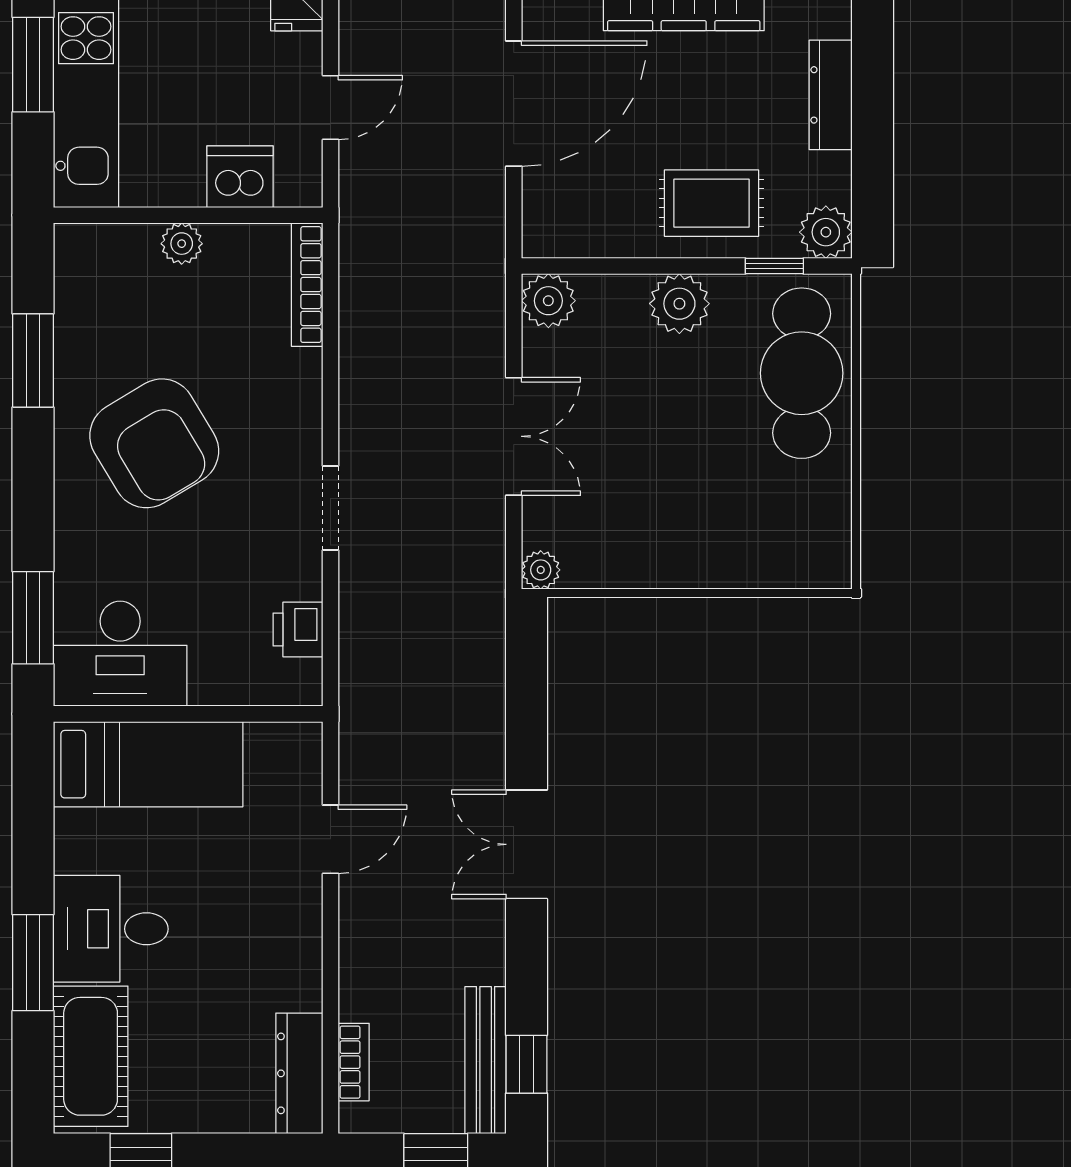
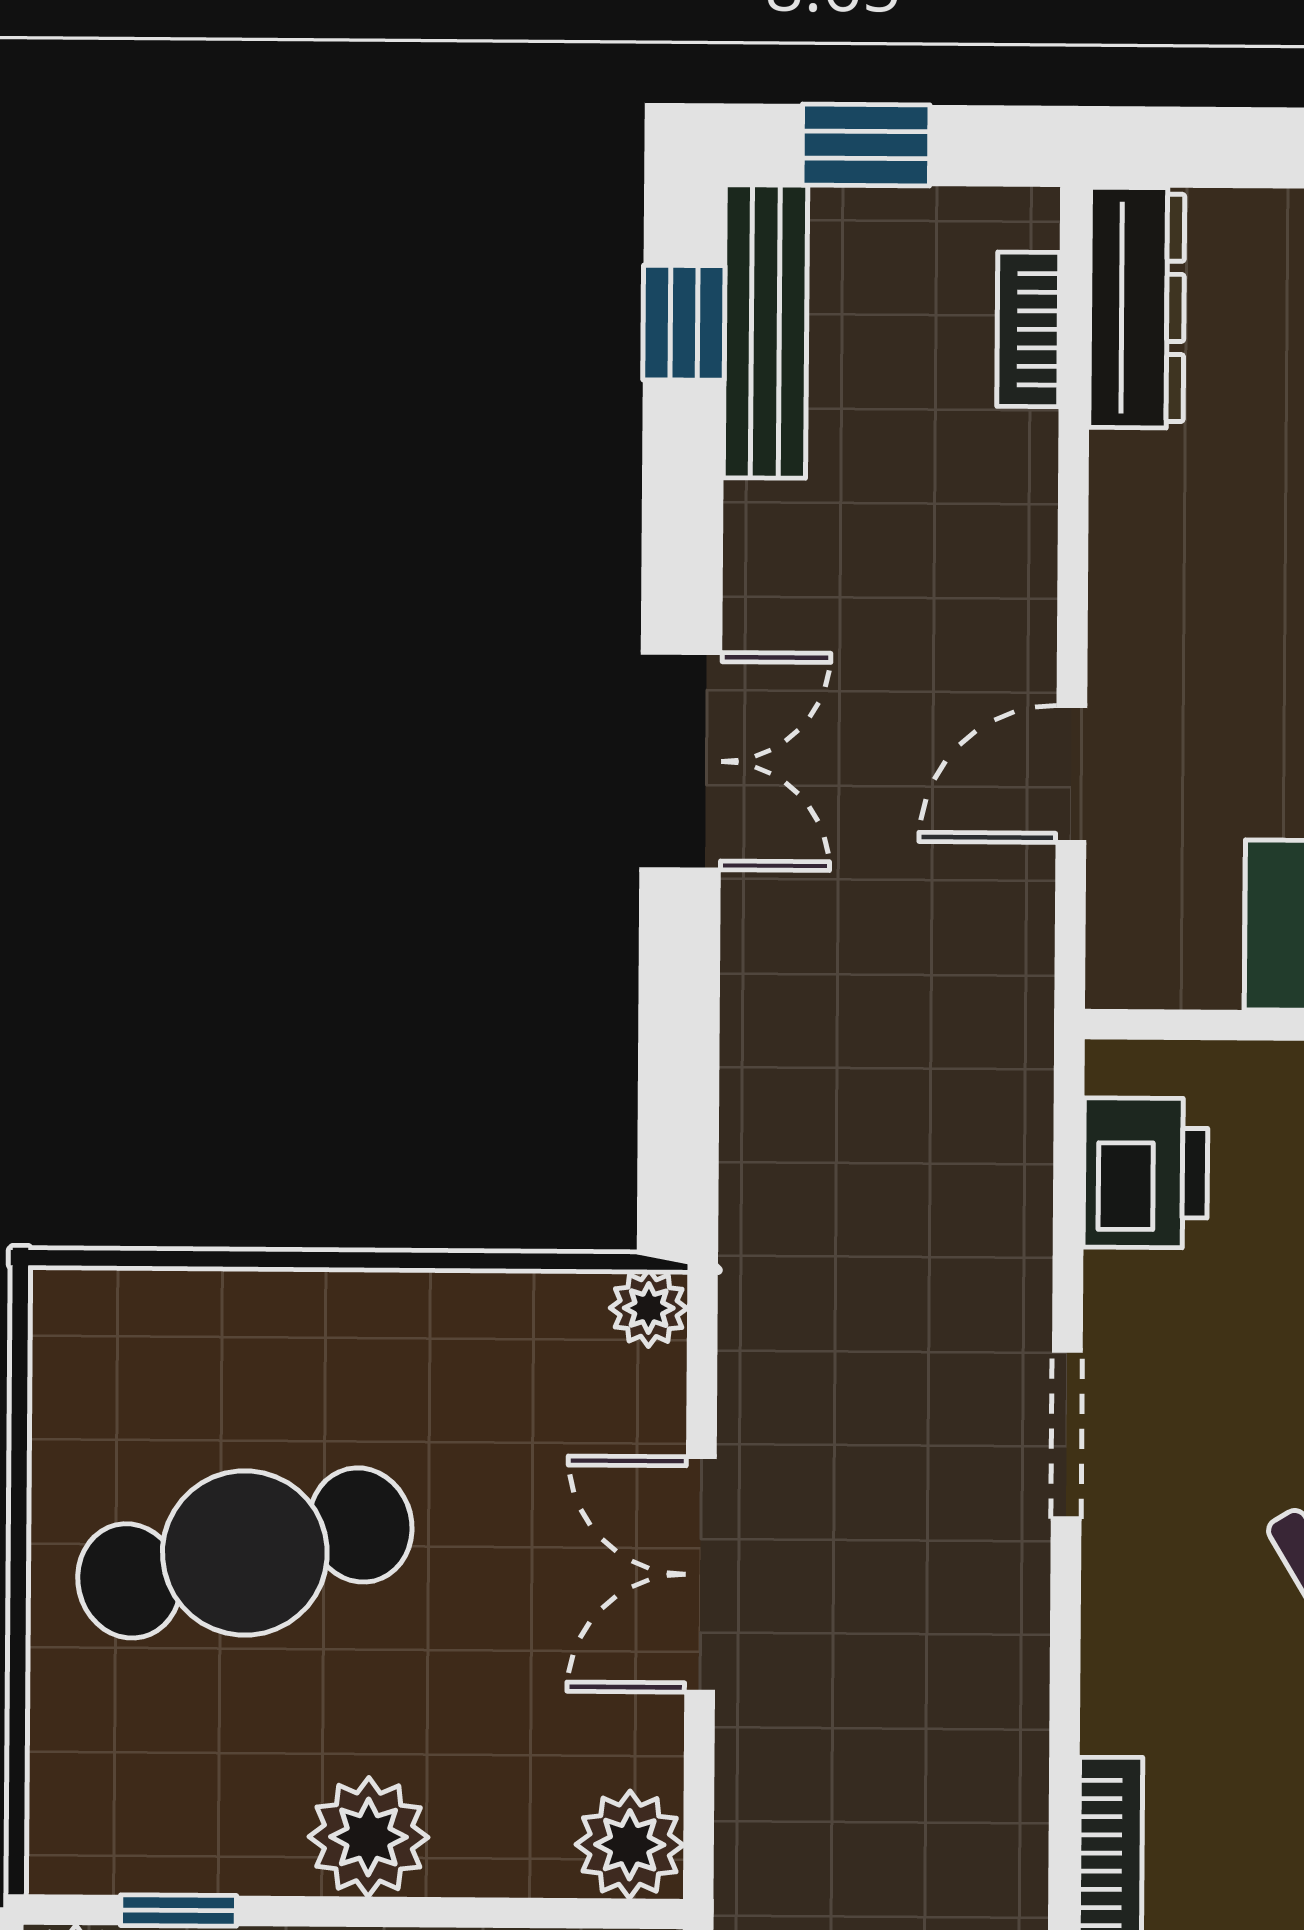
cafe table: (802, 373) -> (245, 1553), moved, turned 76
printer: (298, 629) -> (1145, 1173), width x1.36, depth x1.24

